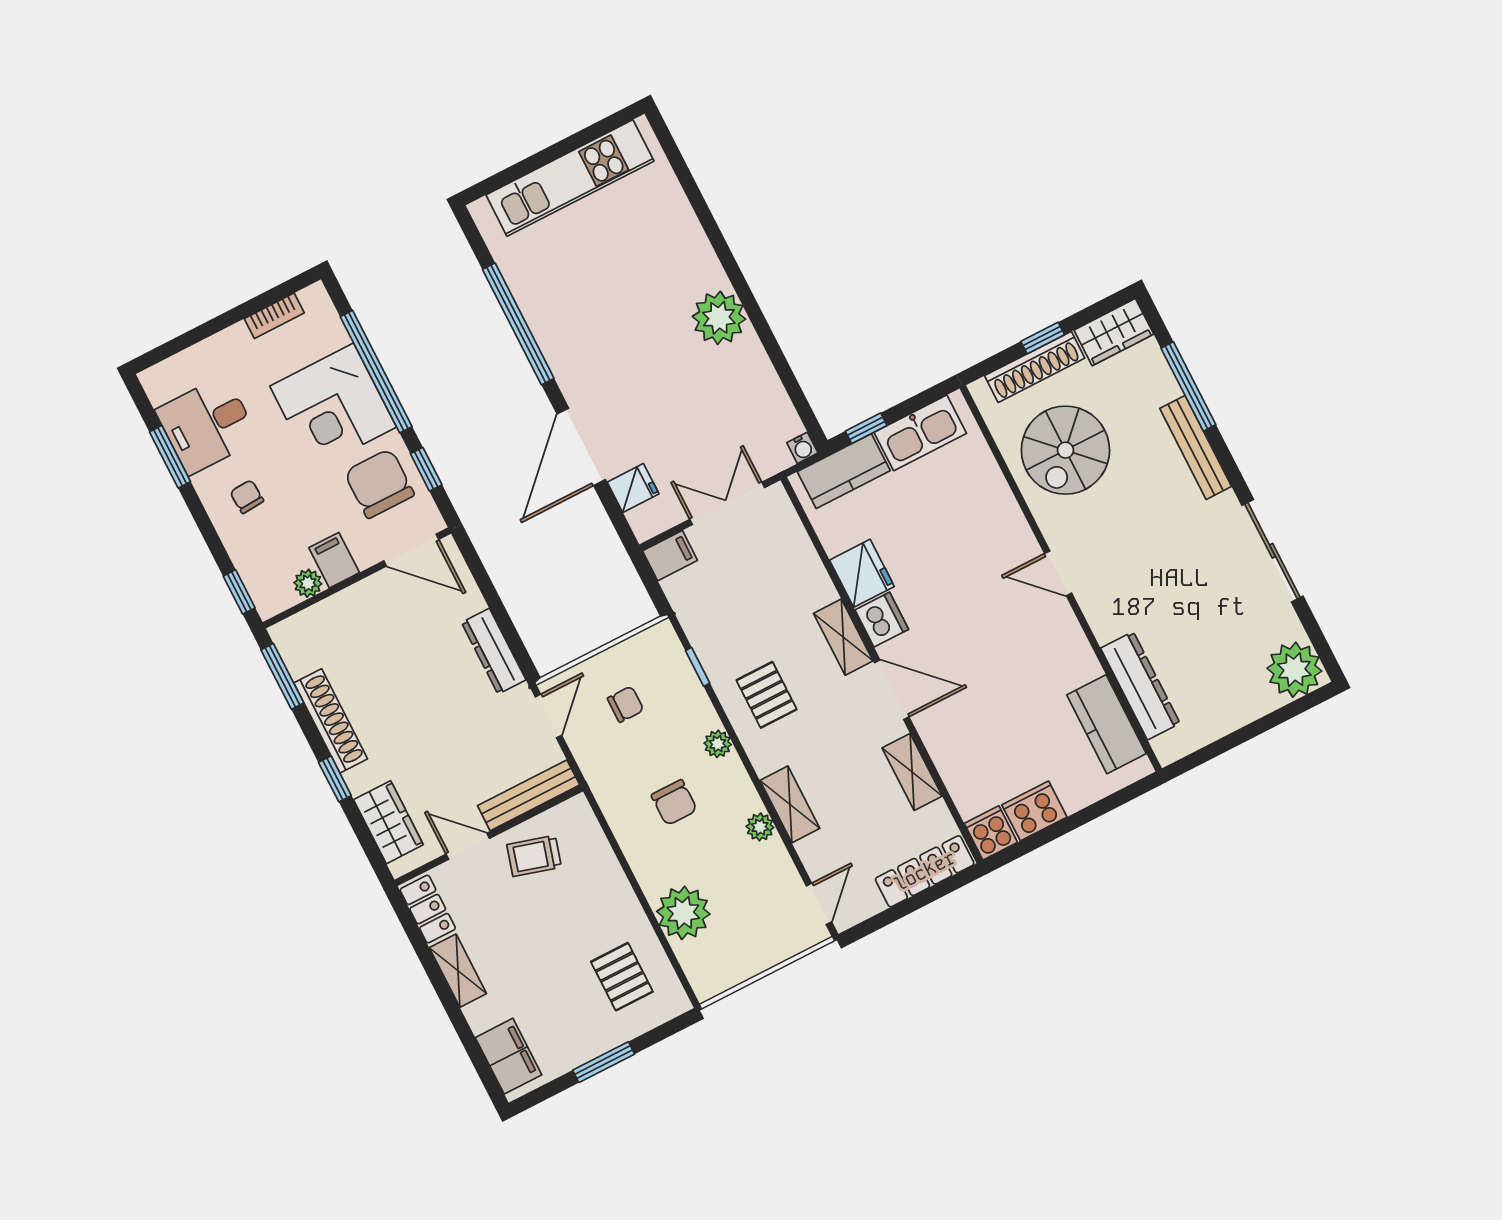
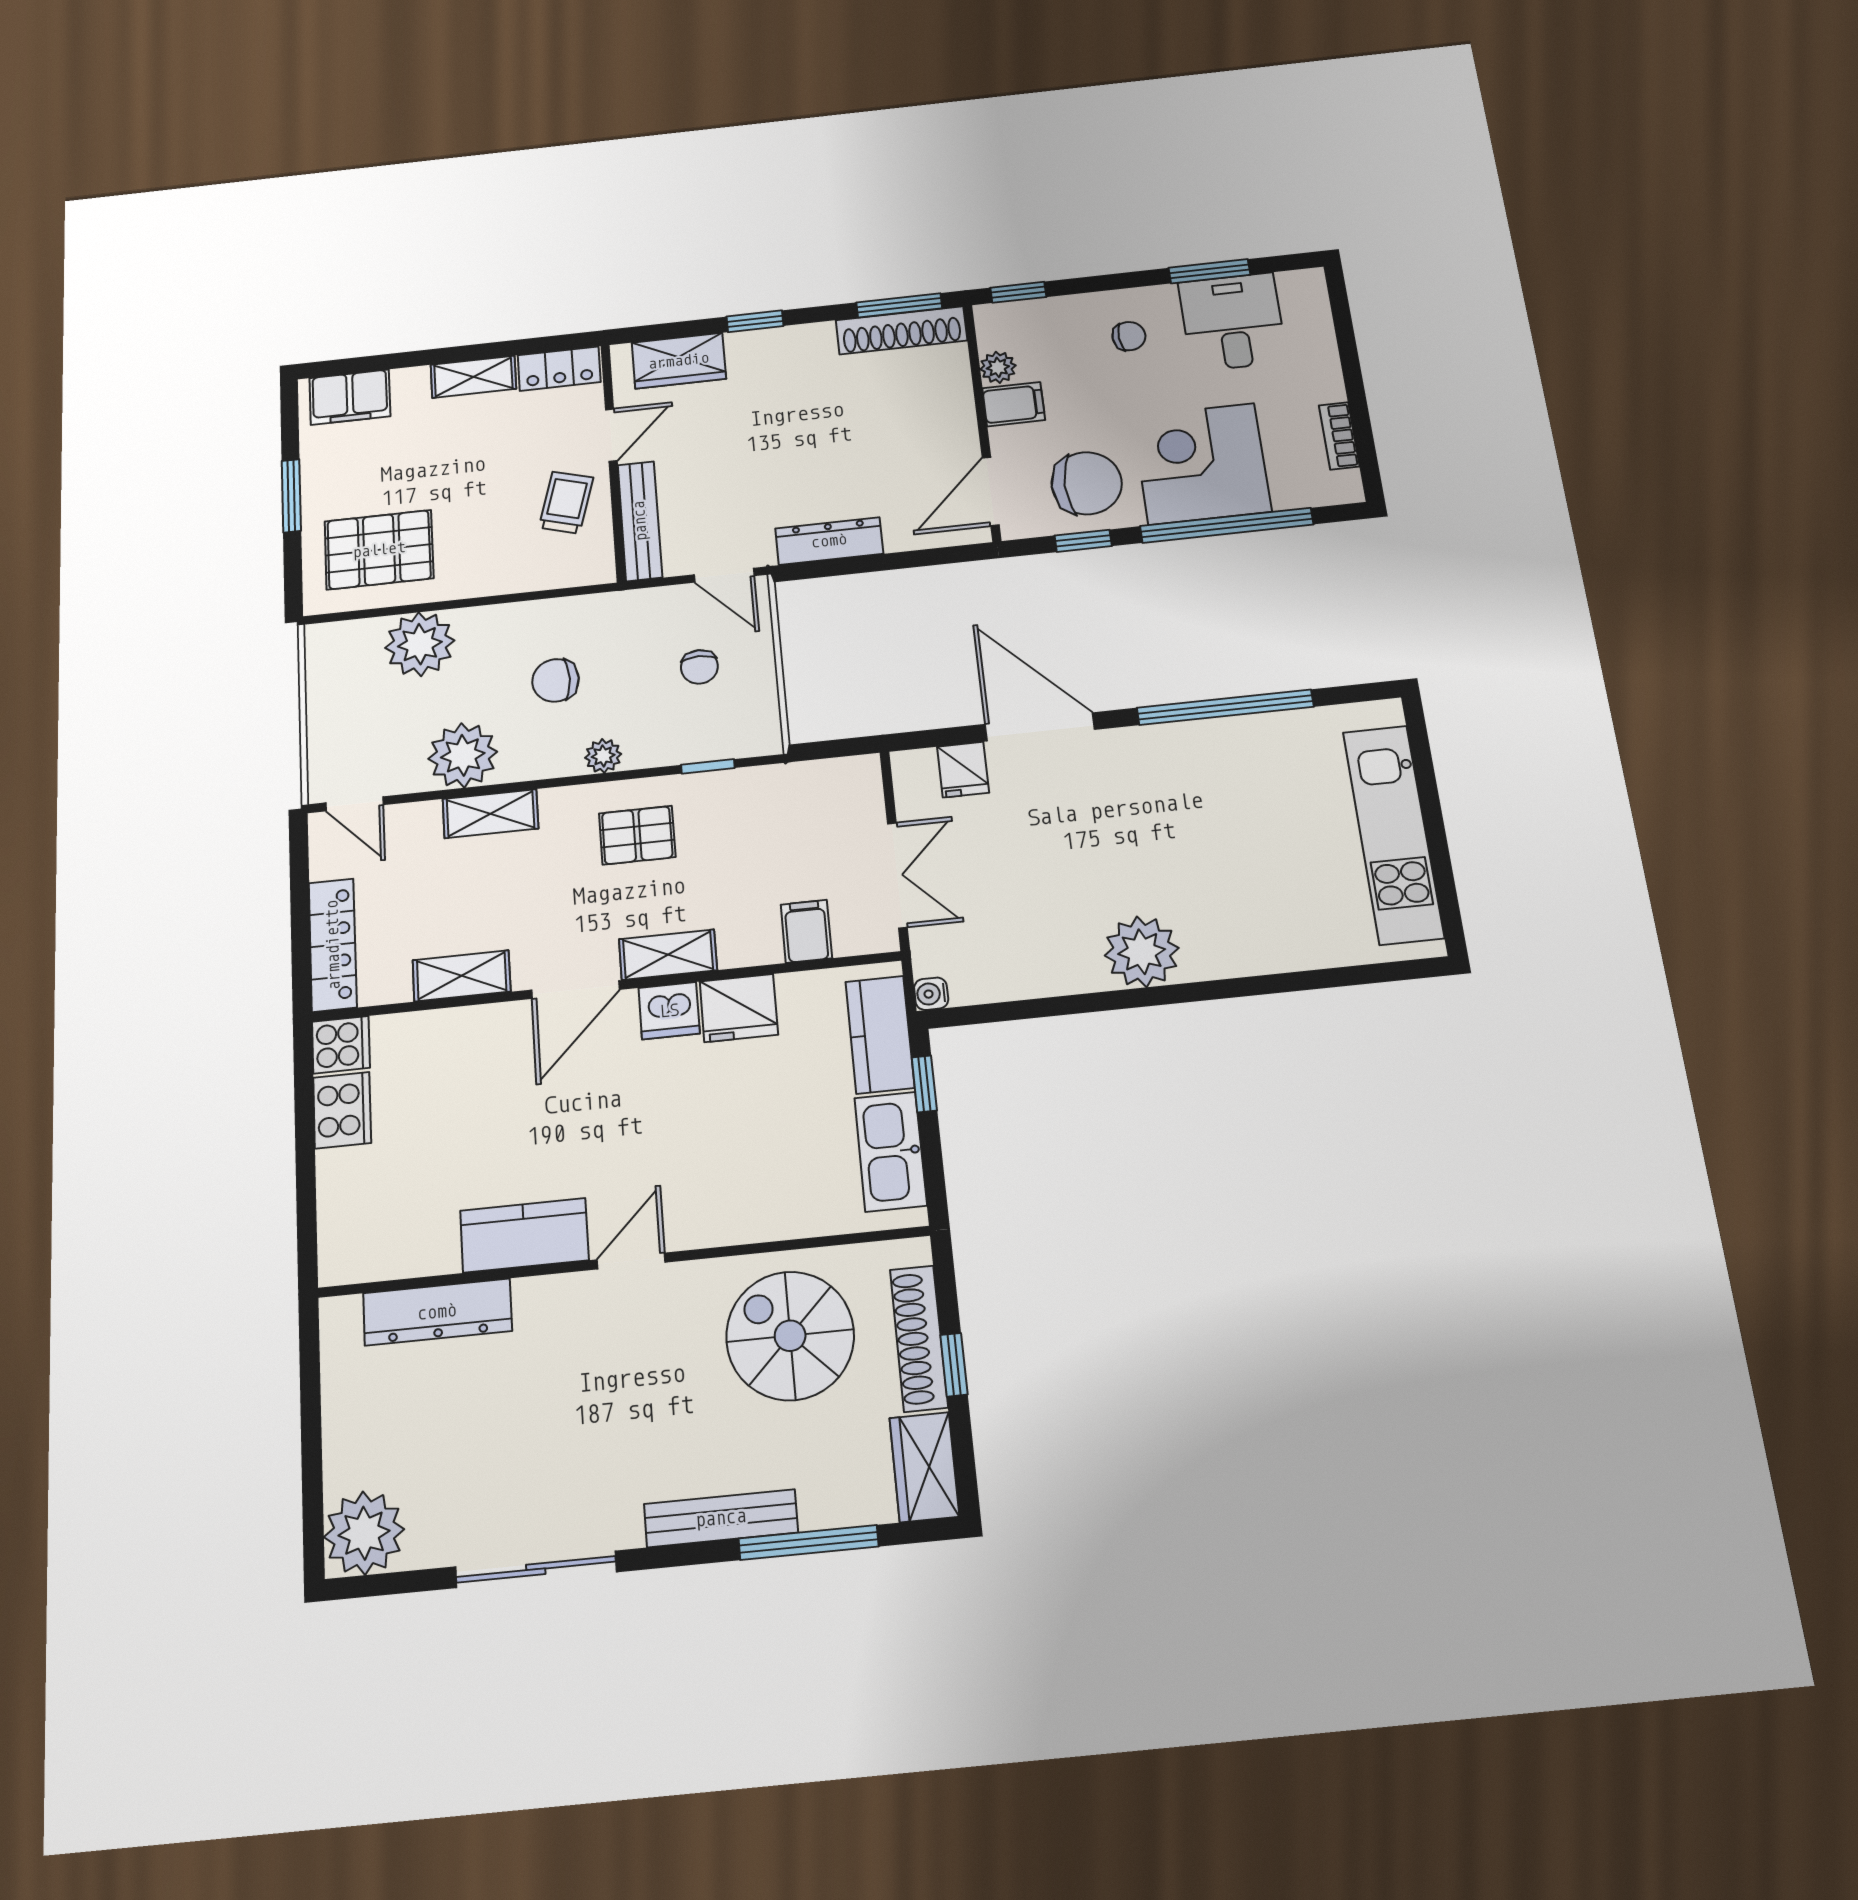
filing cabinet: (670, 556) -> (806, 931), moved, turned 180
shoe rack: (331, 721) -> (901, 330), moved
kitchen counter: (1106, 724) -> (524, 1235), moved
plant: (760, 827) -> (463, 755), width x1.88, depth x1.88
pallet: (622, 977) -> (379, 550), width x1.50, depth x1.42

